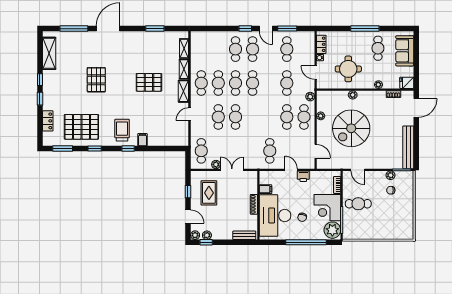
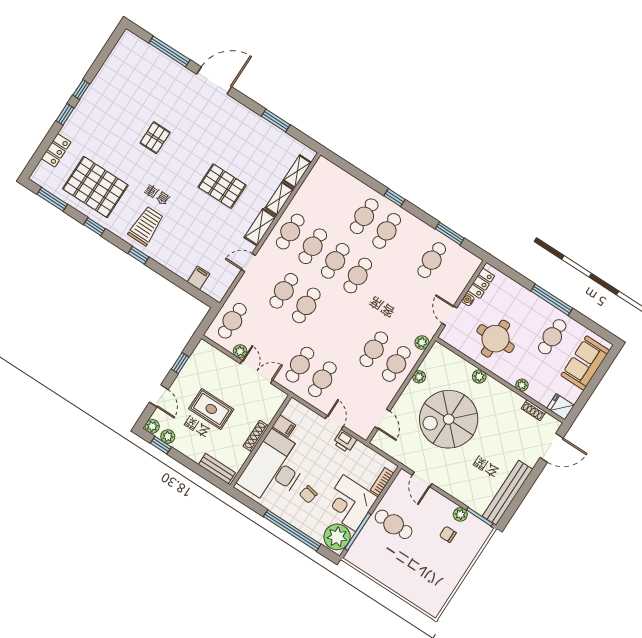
door: (266, 29) -> (422, 215), removed
shelving: (49, 53) -> (116, 63), removed
pallet: (96, 80) -> (155, 138), width x0.67, depth x0.71
cafe table: (287, 83) -> (300, 365), moved
filing cabinet: (143, 140) -> (198, 278), moved
rug: (209, 193) -> (211, 409), moved, turned 90

